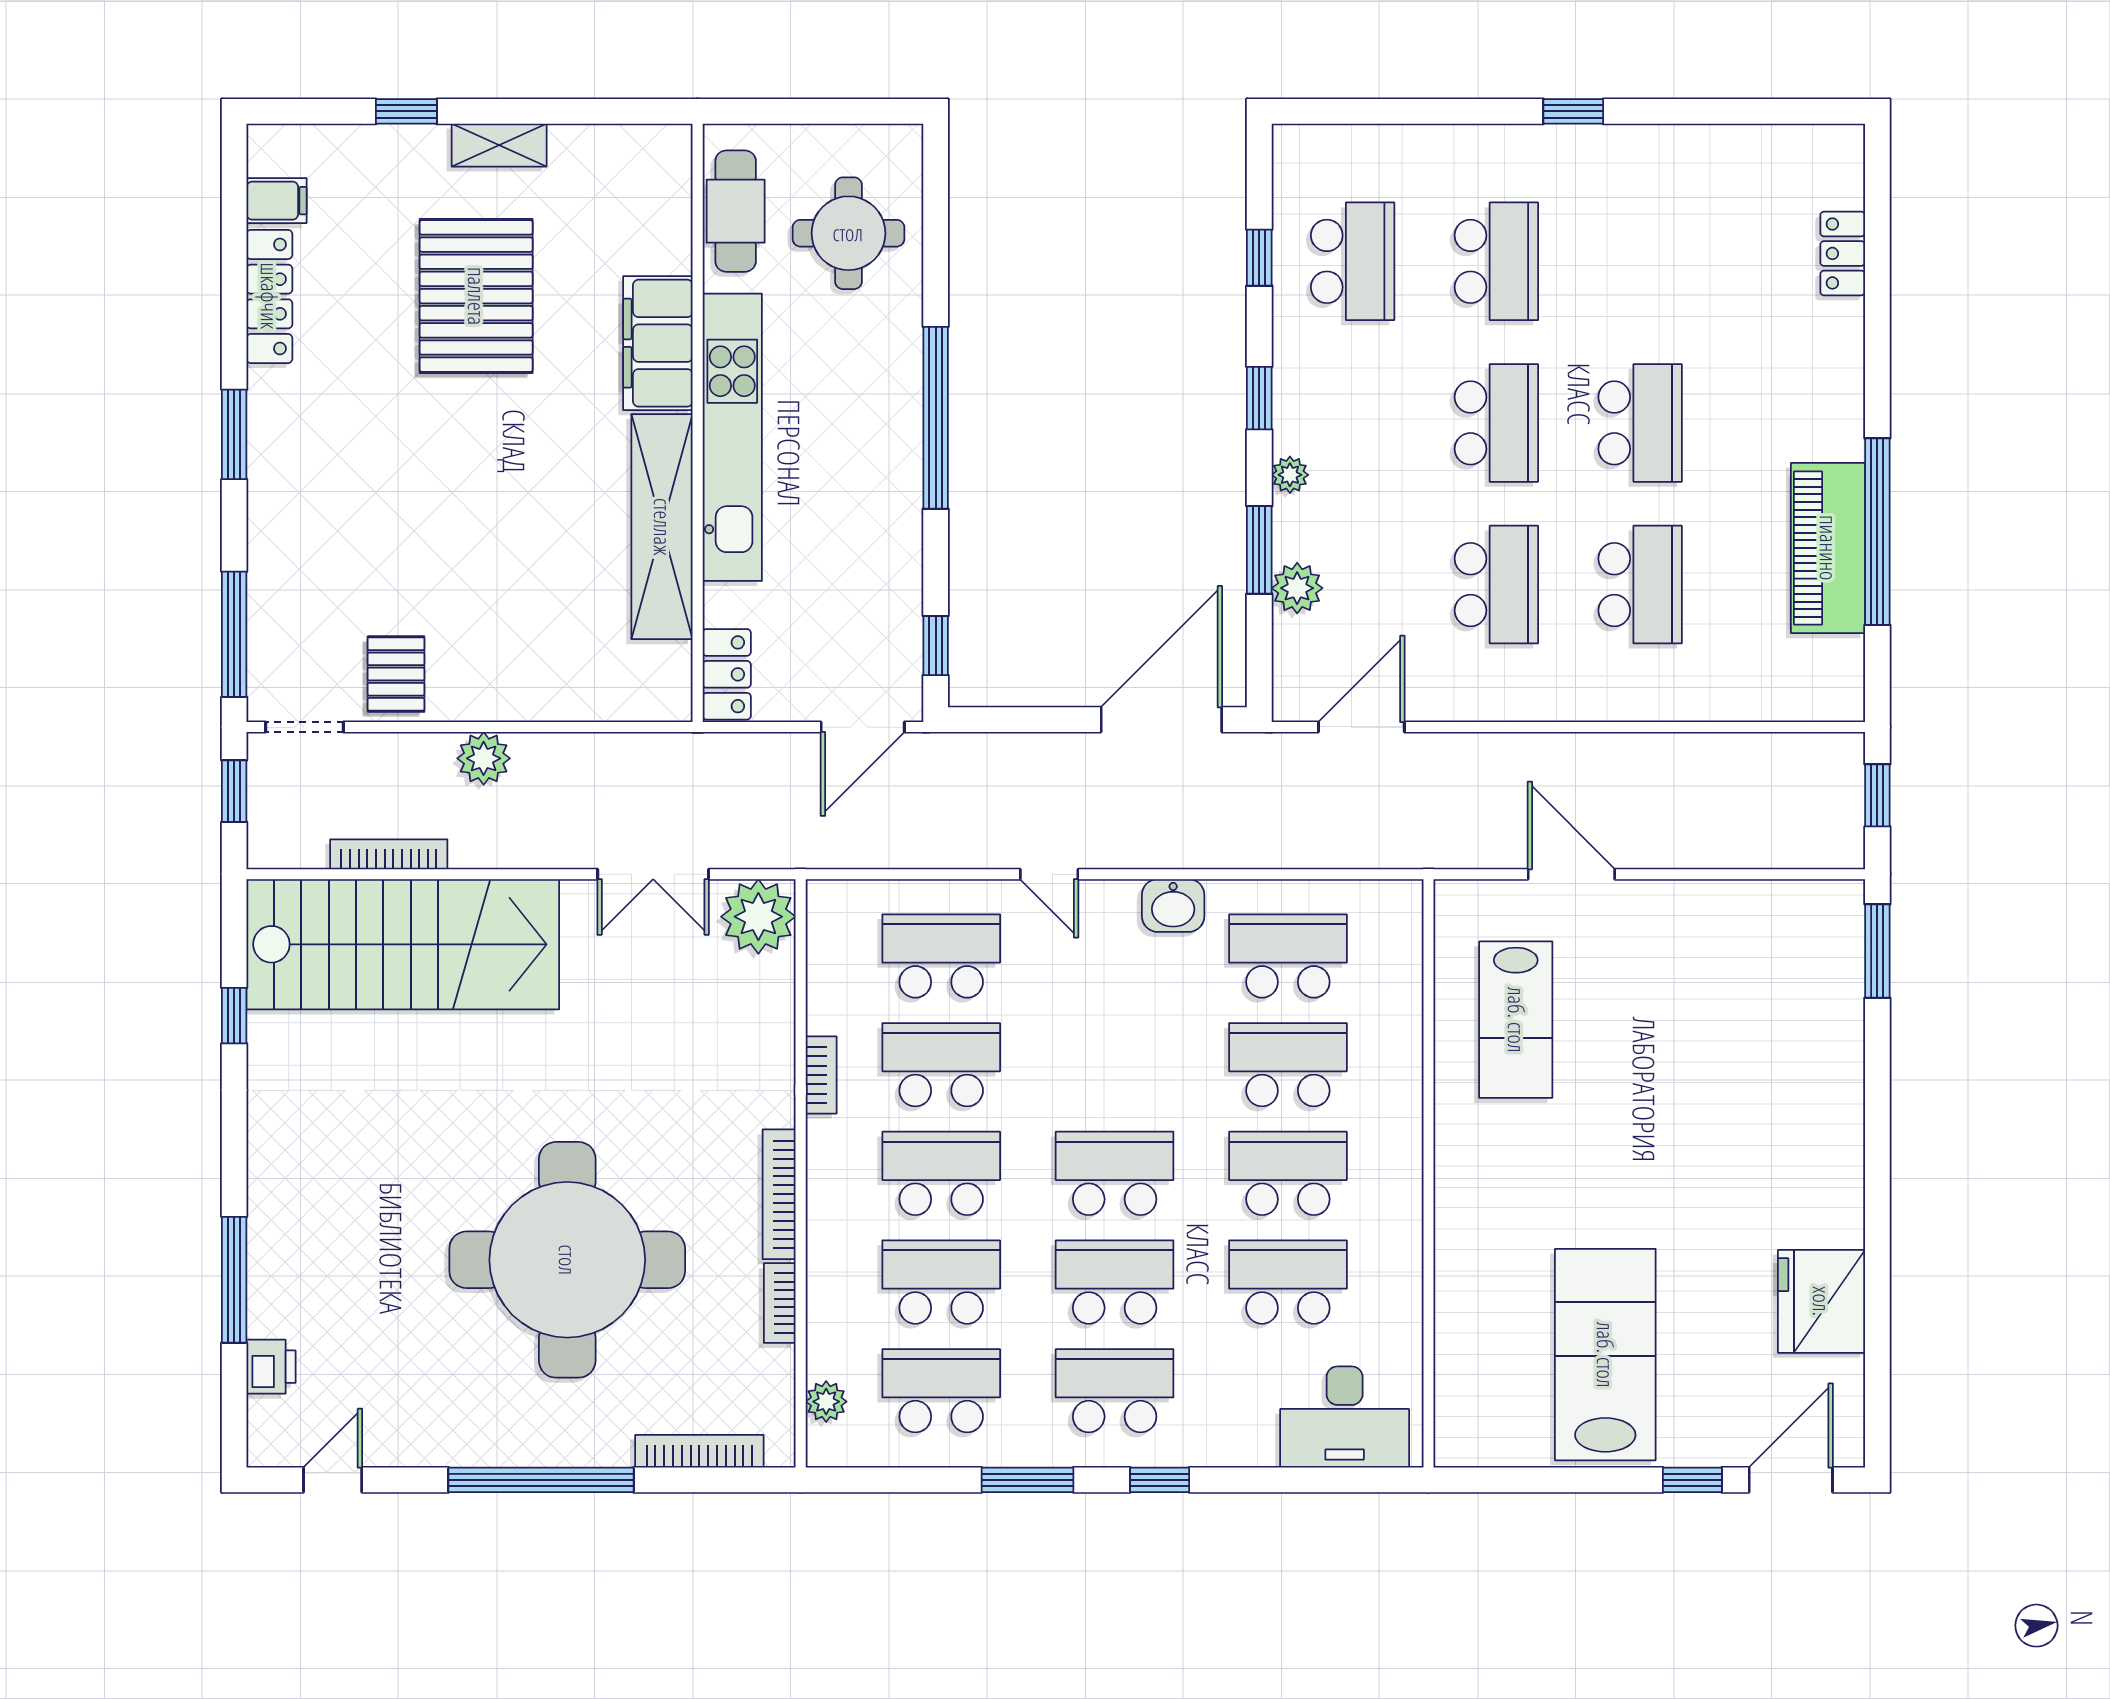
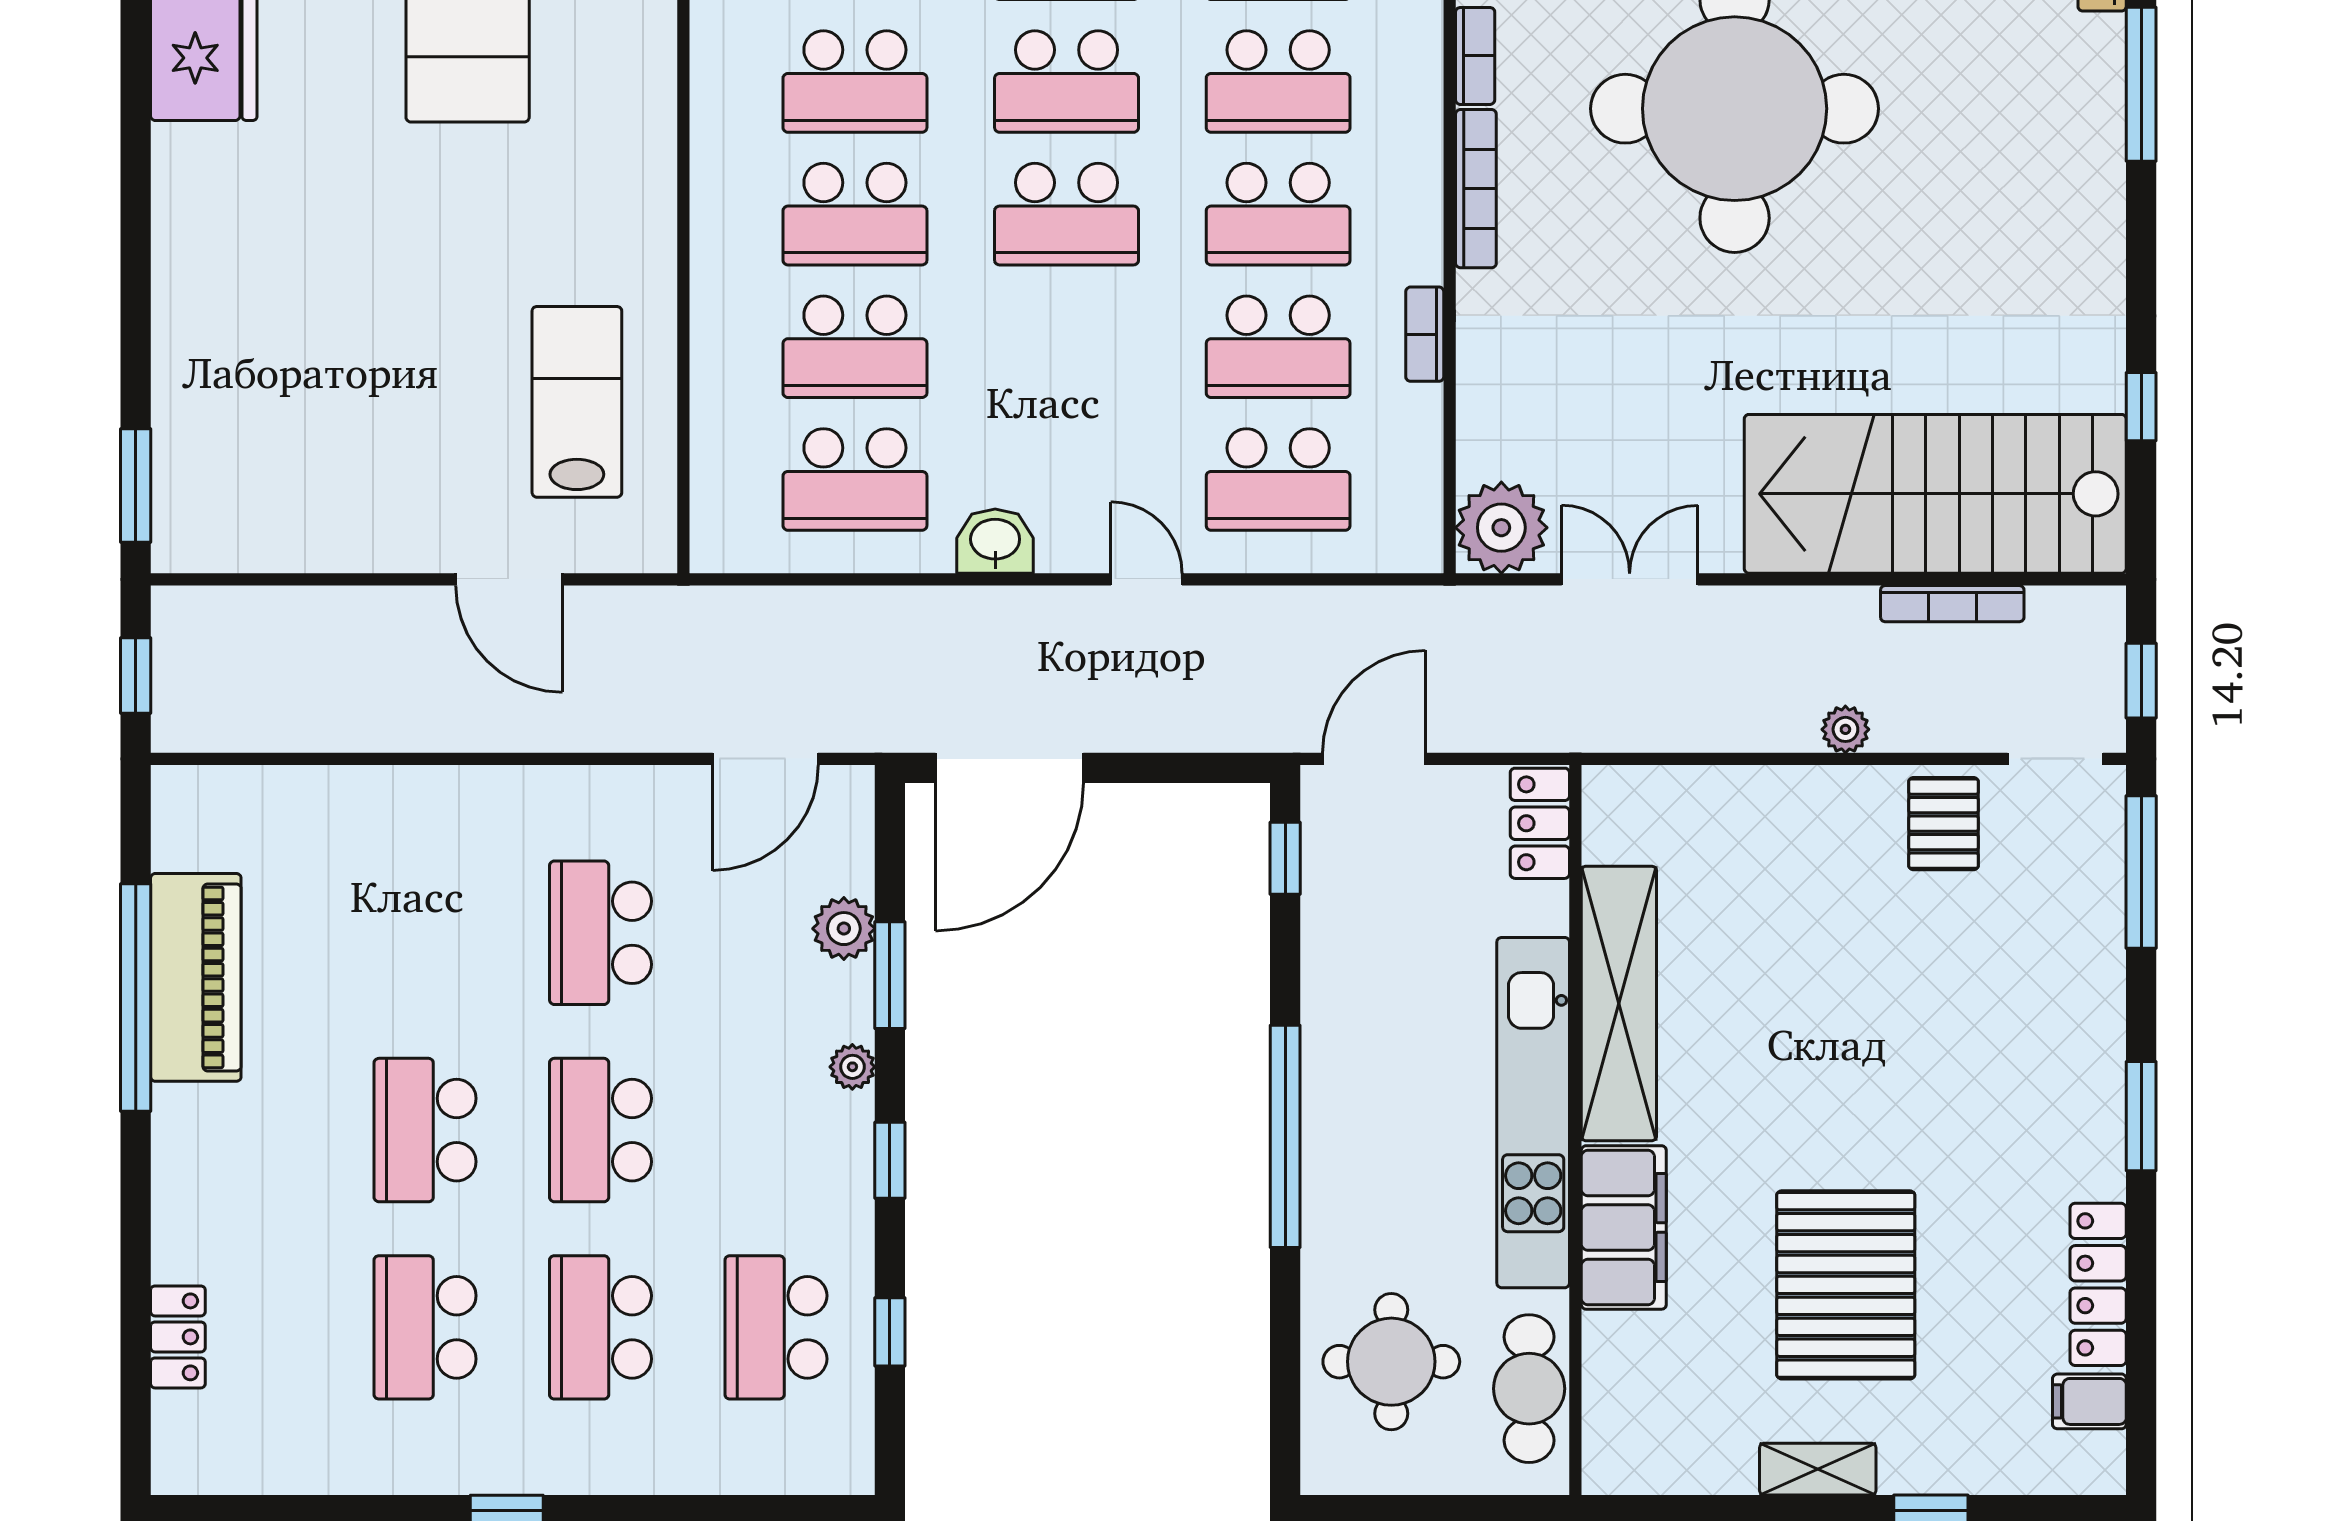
school desk: (1640, 585) -> (425, 1327), moved
plant: (484, 758) -> (1845, 729), width x0.73, depth x0.73

